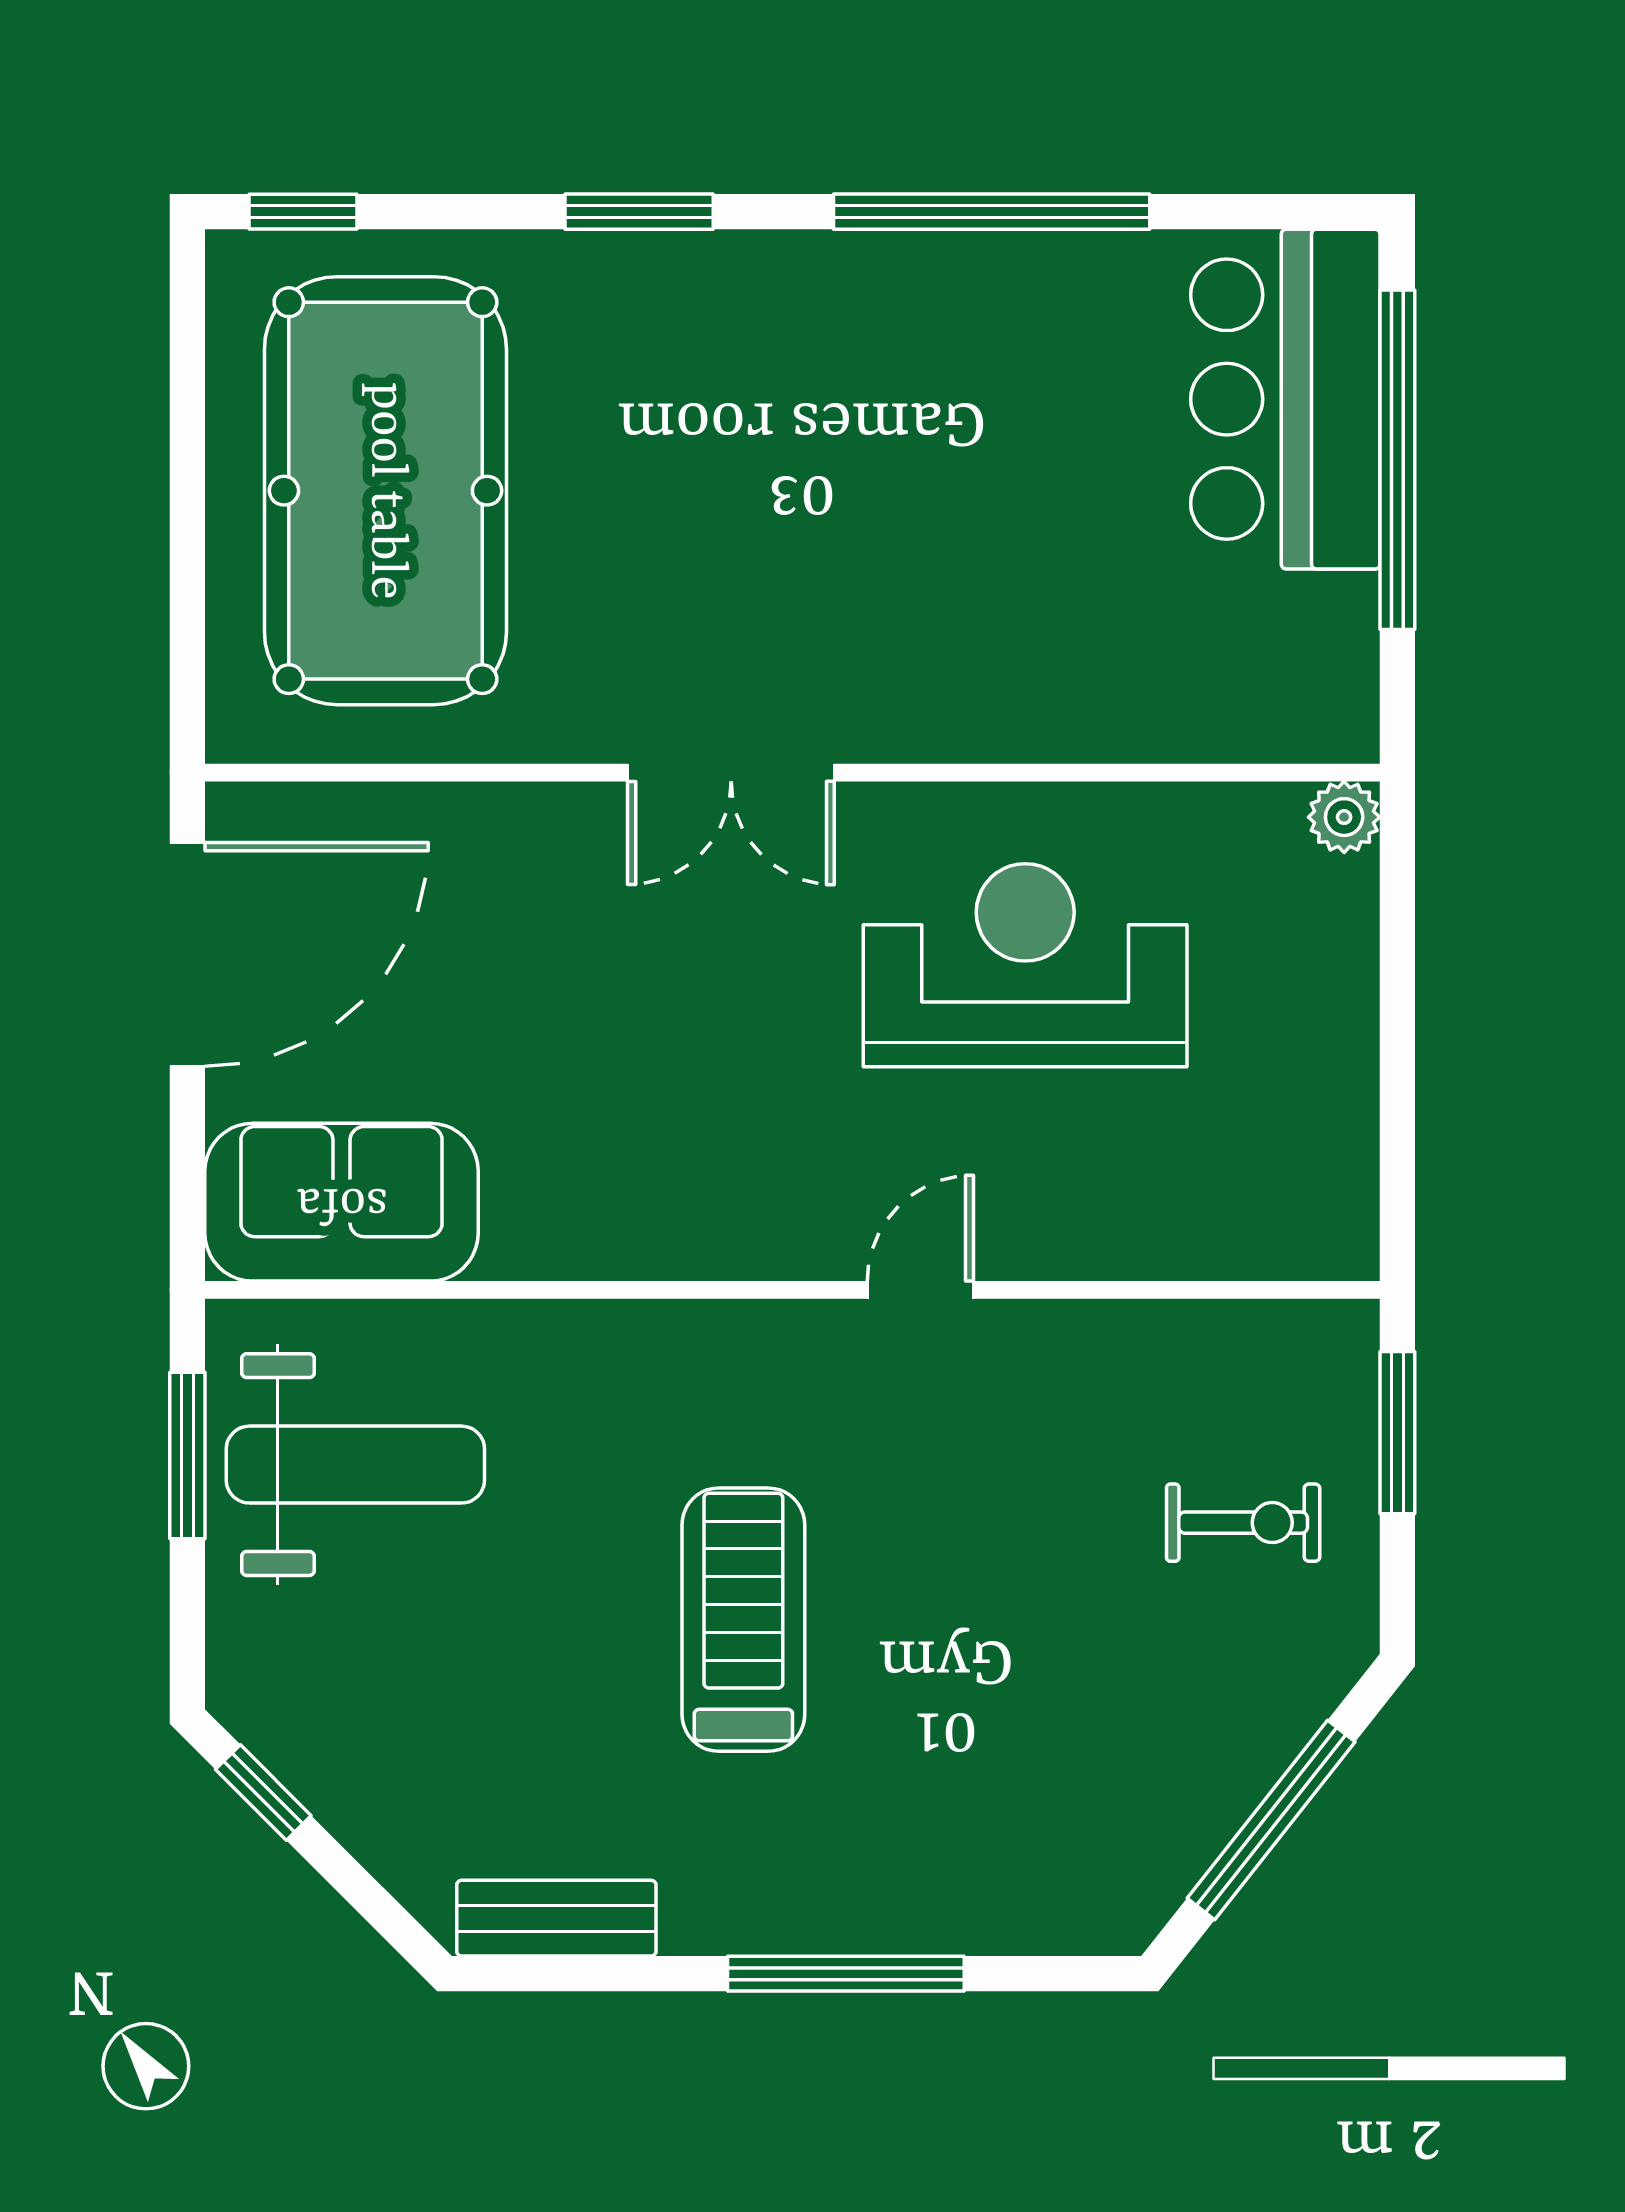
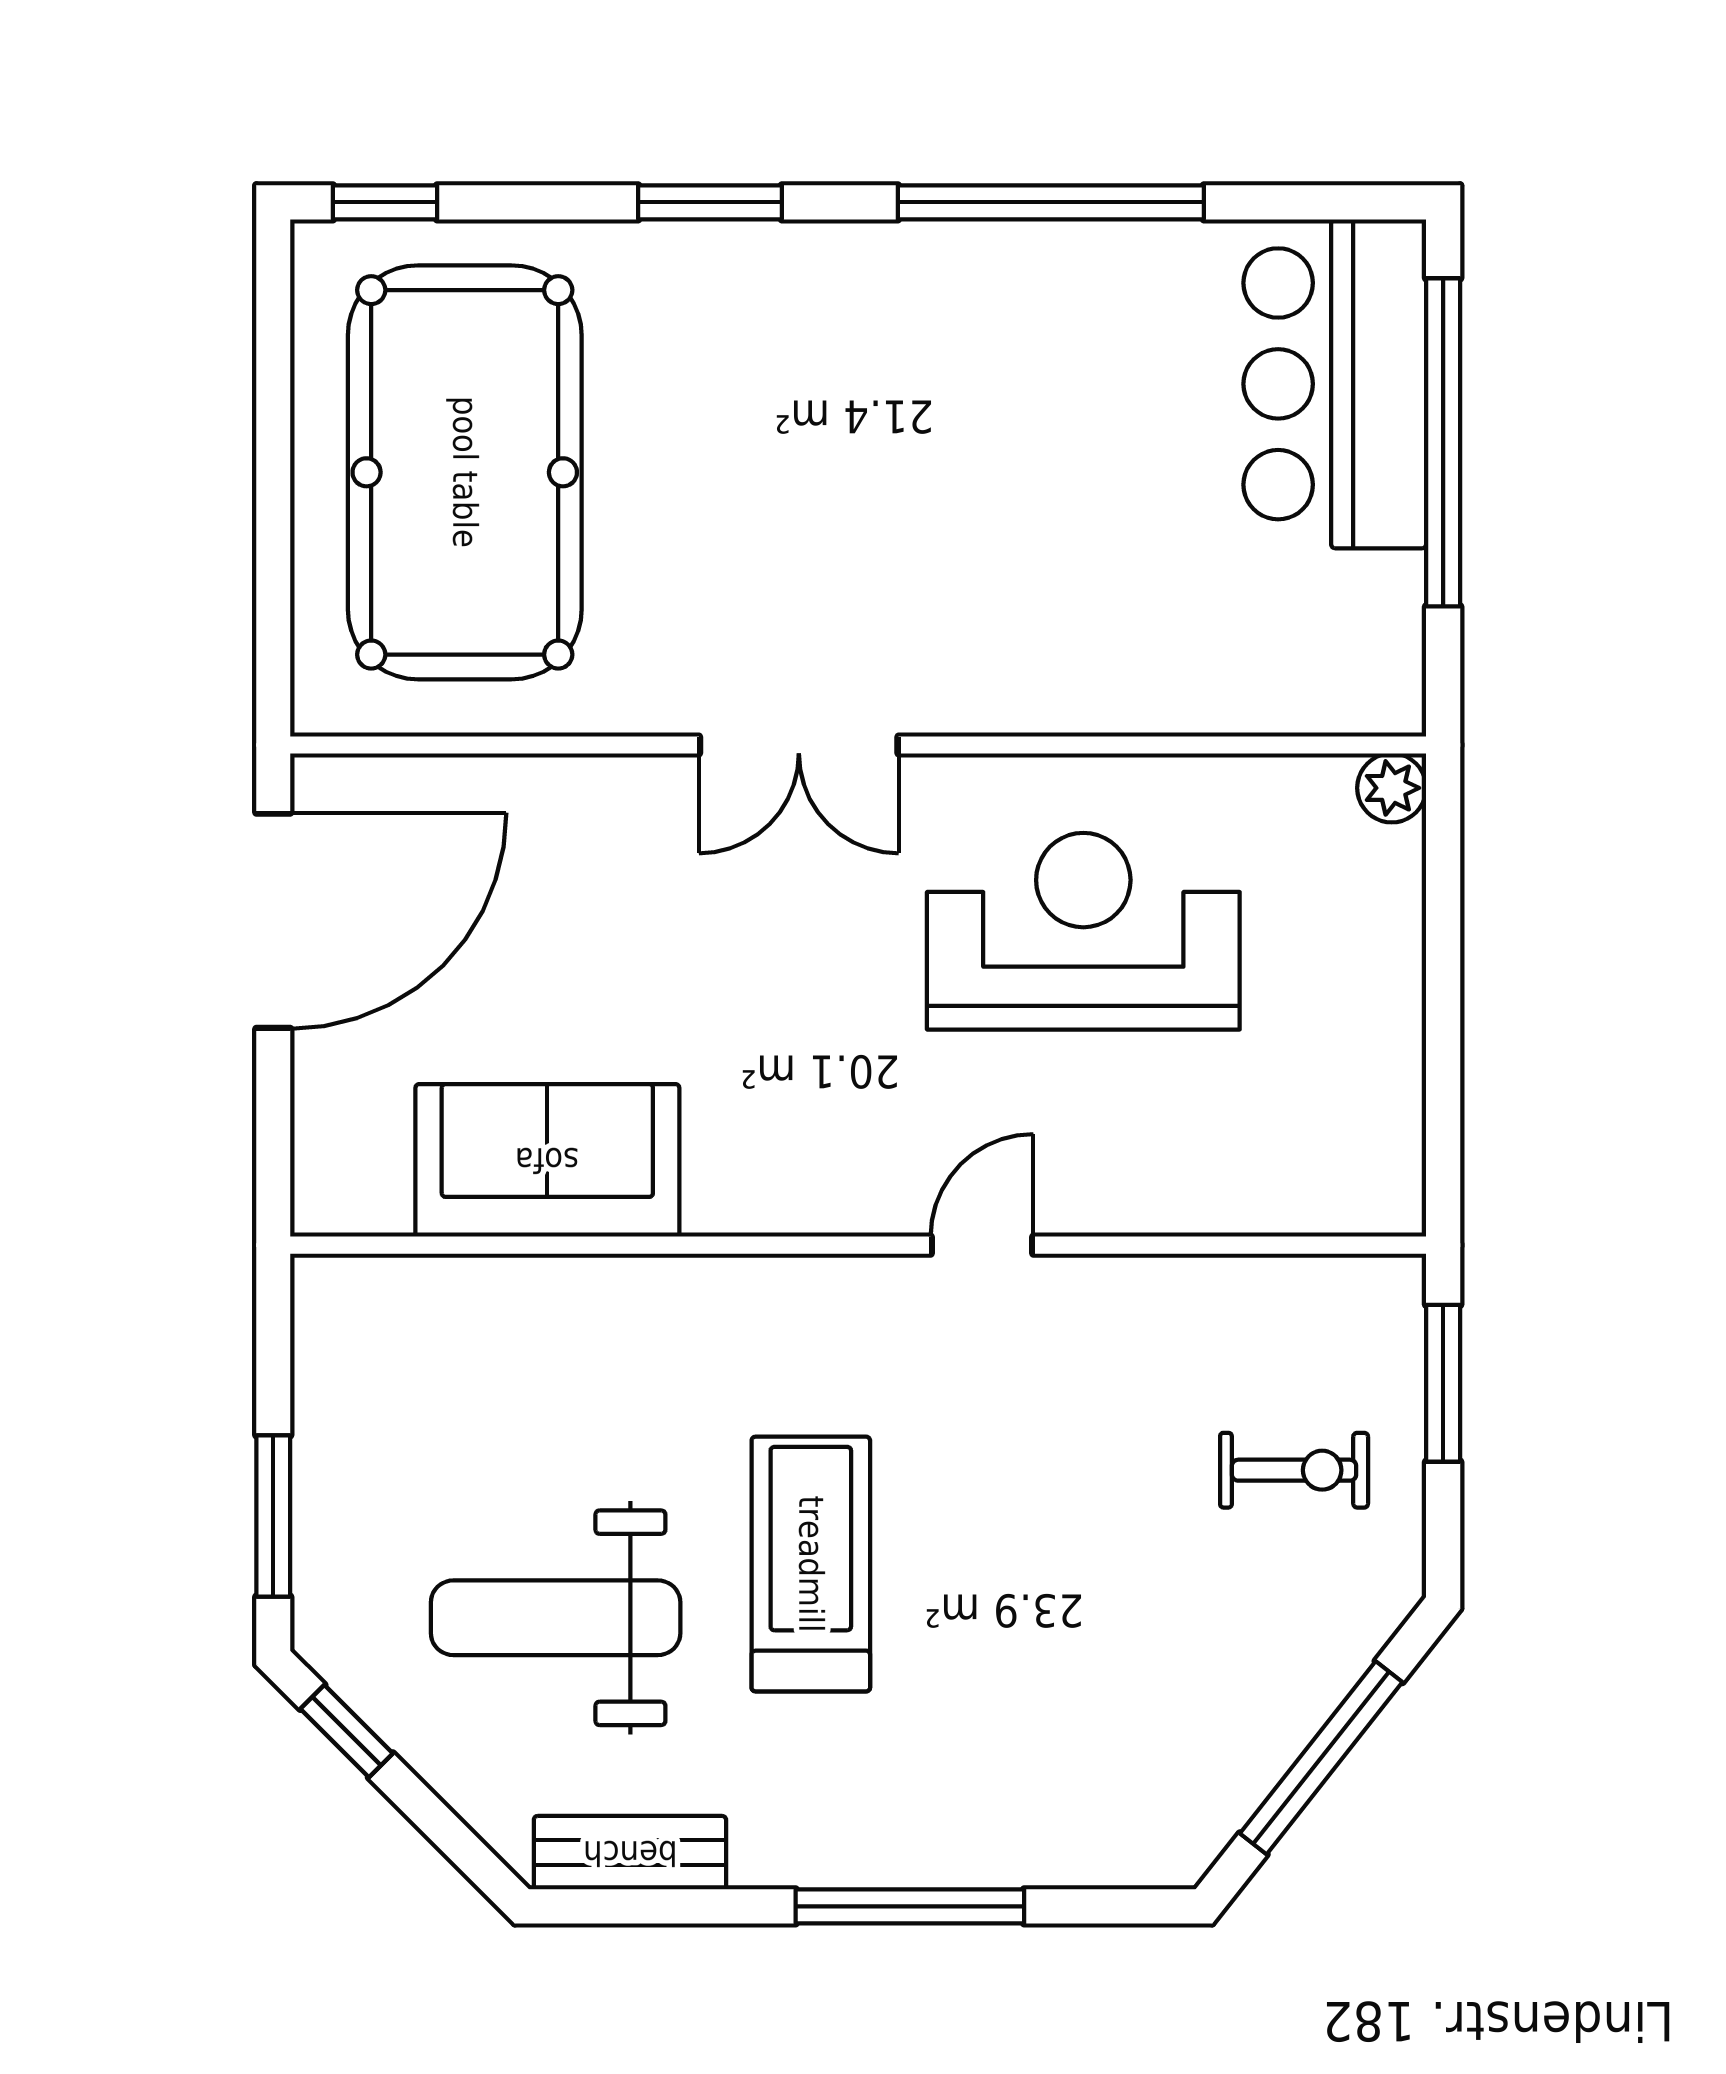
sofa: (342, 1202) -> (547, 1160), moved
window: (187, 1455) -> (273, 1516), moved
weight bench: (355, 1465) -> (556, 1618), moved, turned 180

